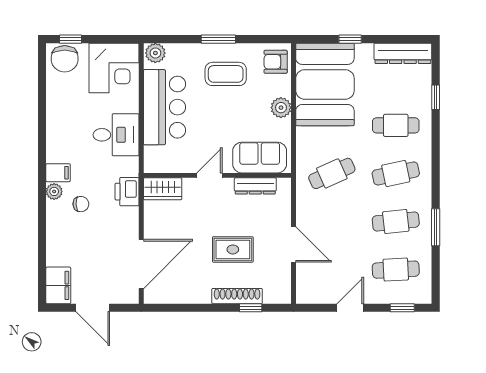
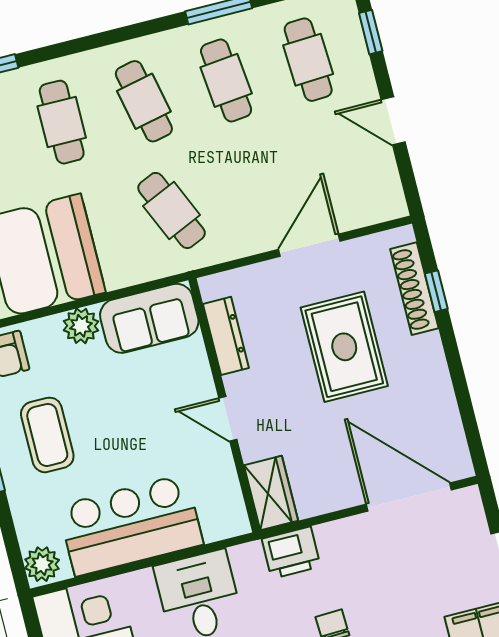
sofa: (260, 158) -> (149, 318), moved, turned -90
rug: (233, 249) -> (344, 347), width x1.36, depth x1.43
shoe rack: (237, 296) -> (414, 289), moved

